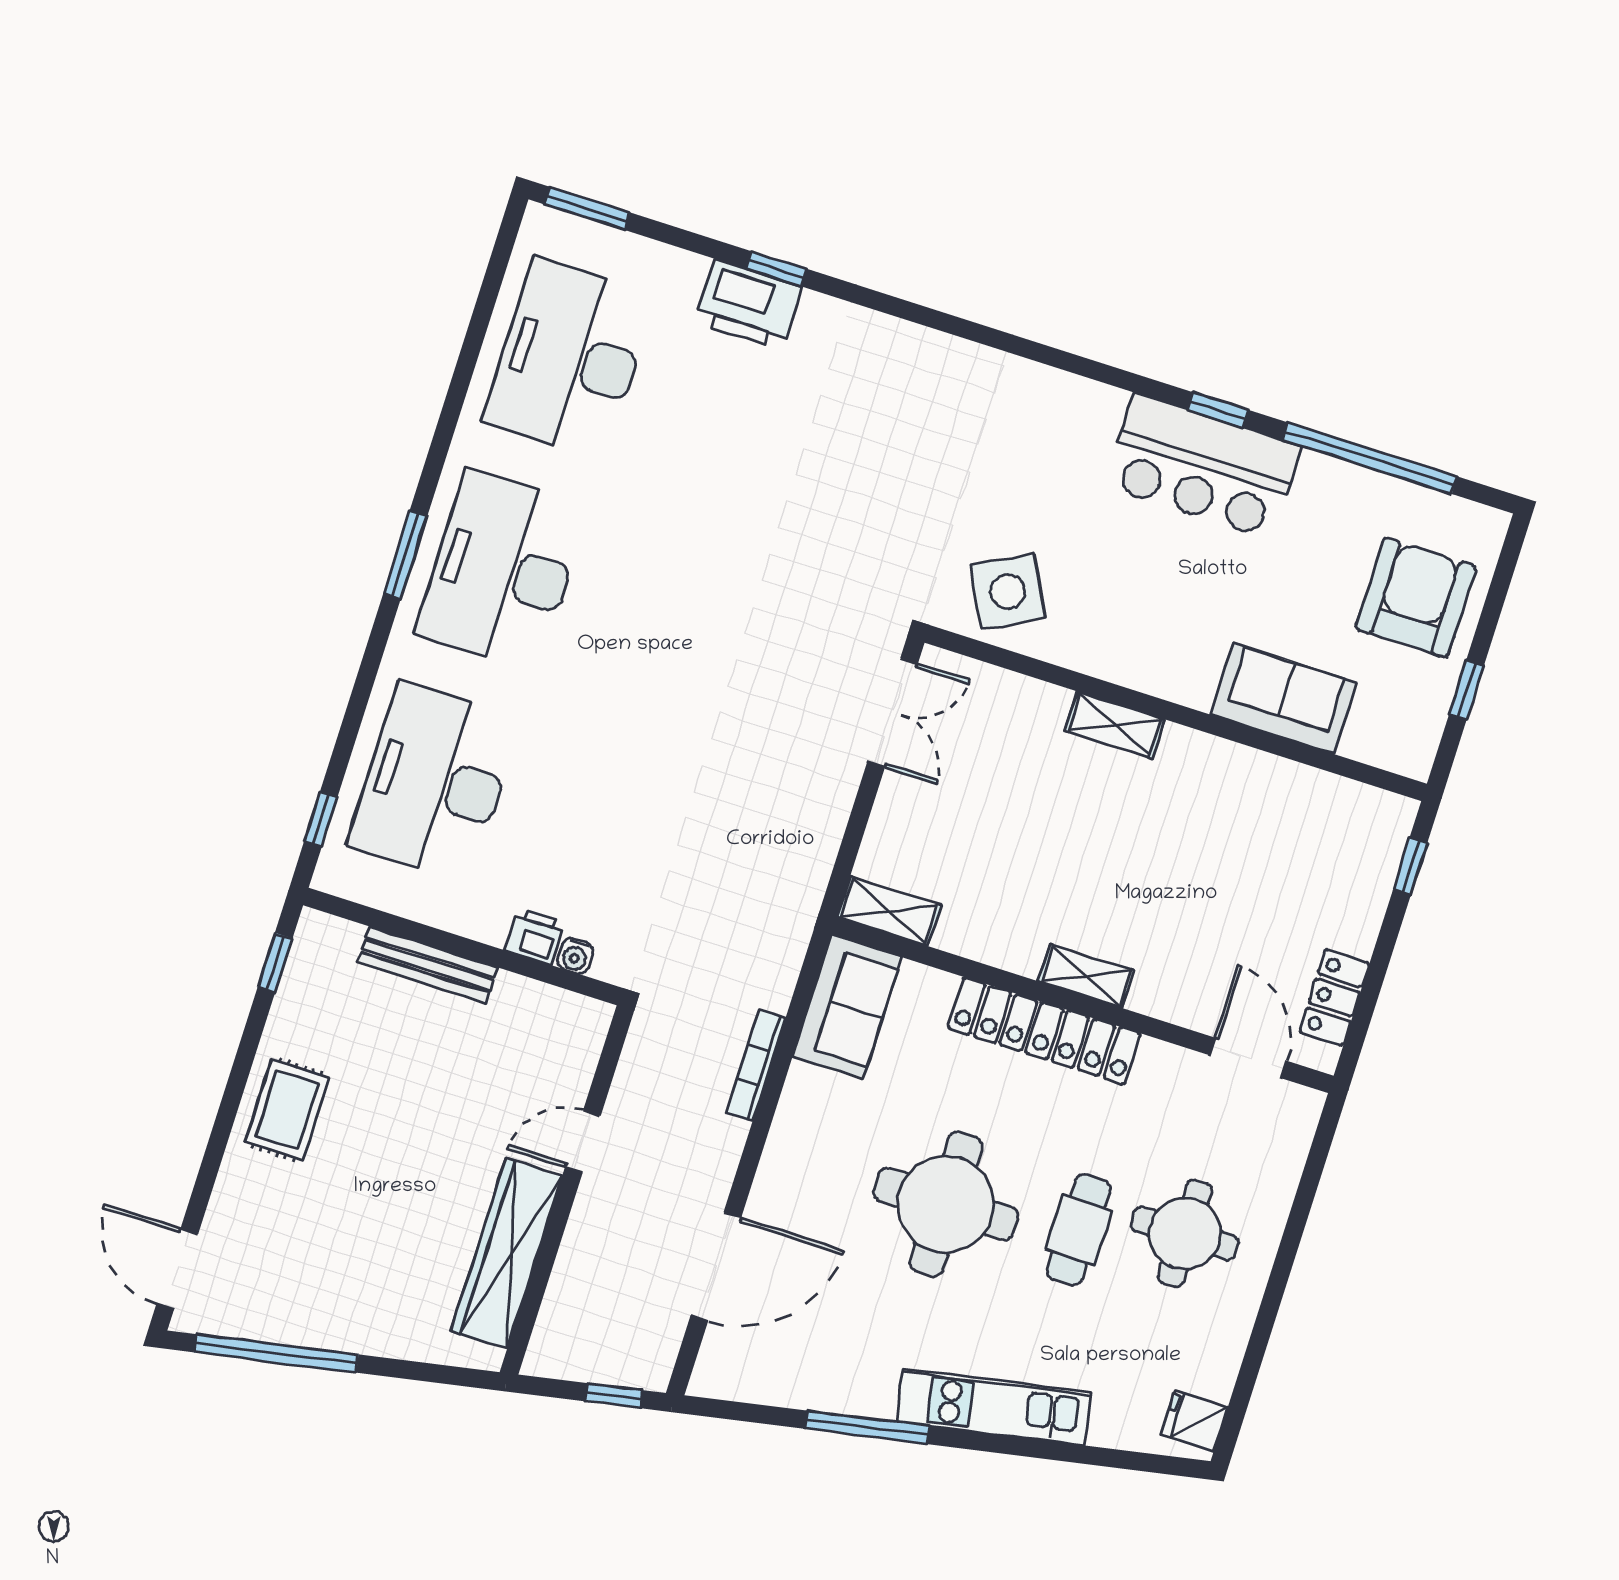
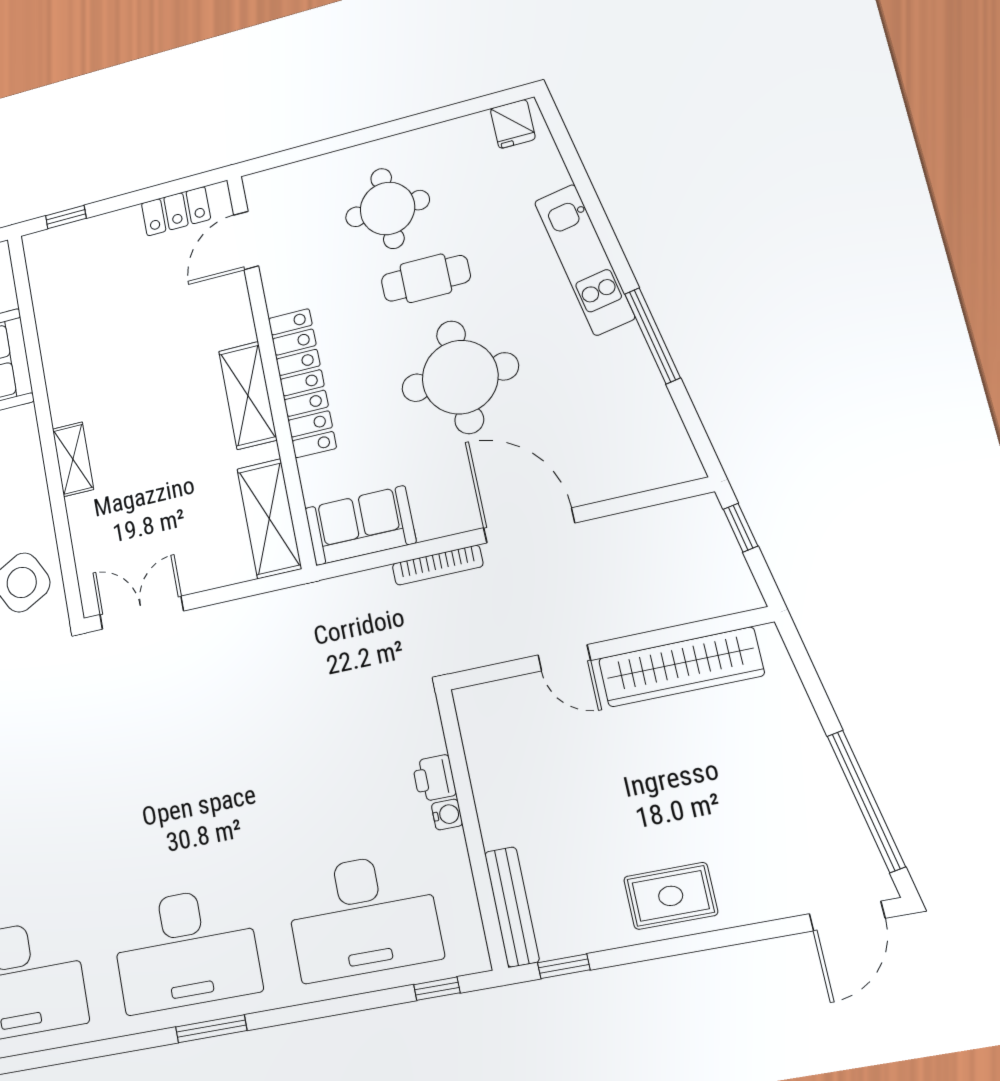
shelving: (889, 911) -> (269, 519), width x1.50, depth x1.33
water cooler: (575, 956) -> (447, 815), moved
bench: (428, 965) -> (512, 907), moved
shelving: (1086, 976) -> (248, 395), width x1.50, depth x1.33
door: (716, 1266) -> (529, 525), moved

